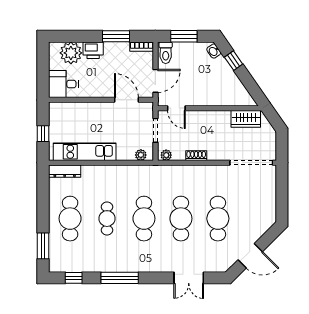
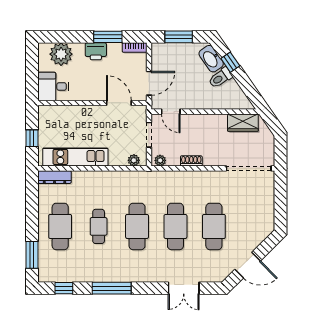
printer: (93, 50) -> (96, 51), moved
washbasin: (214, 51) -> (211, 59), width x1.91, depth x1.45
toilet: (166, 53) -> (220, 78), moved, turned 55

